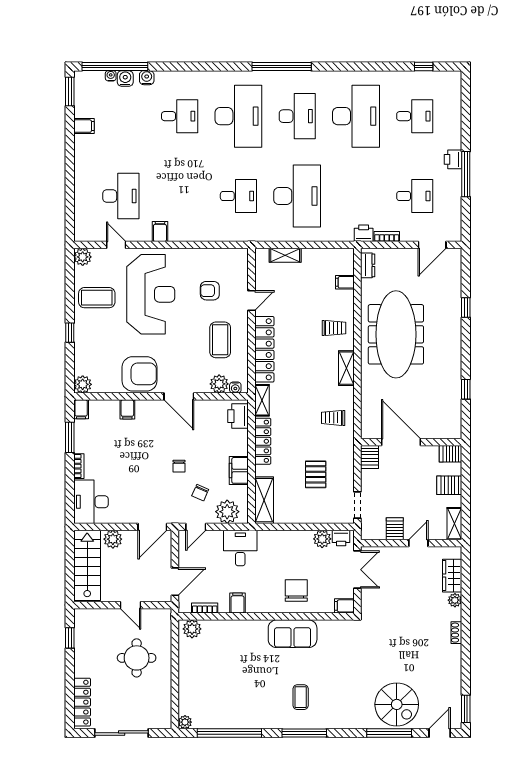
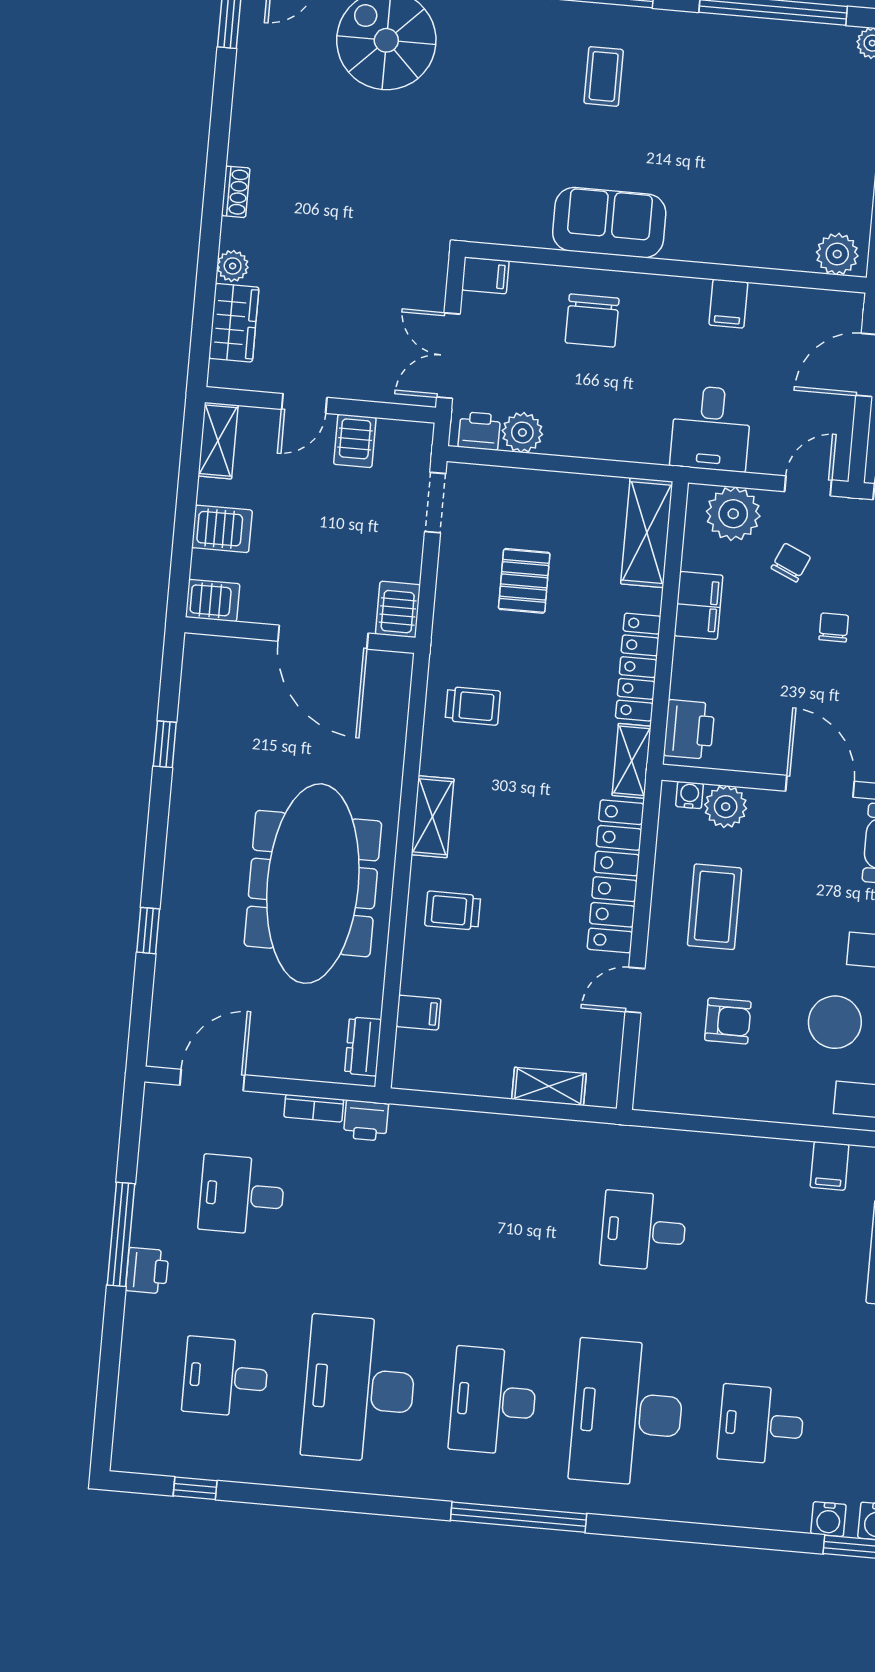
desk: (297, 196) -> (510, 1219), removed
bookcase: (205, 608) -> (804, 299), removed

